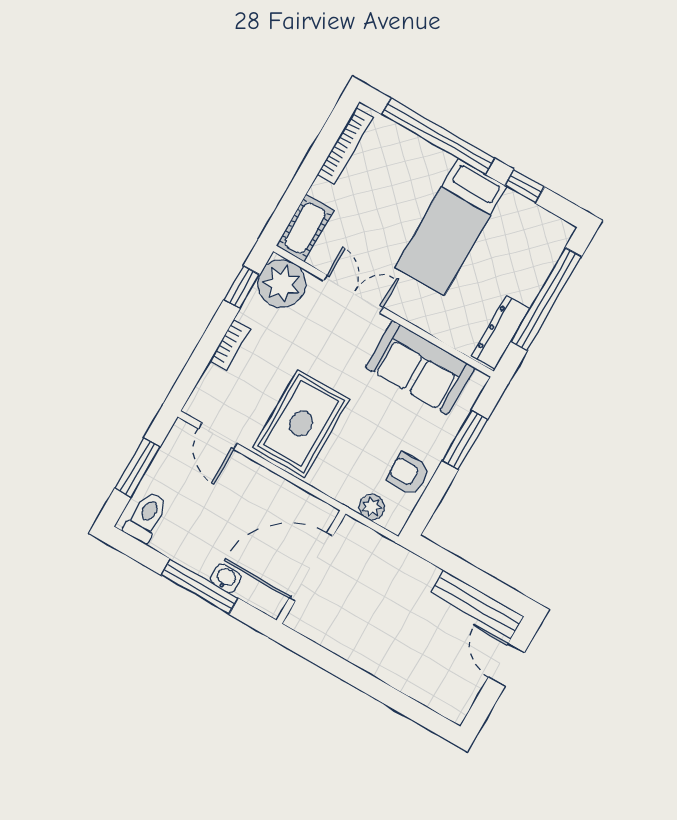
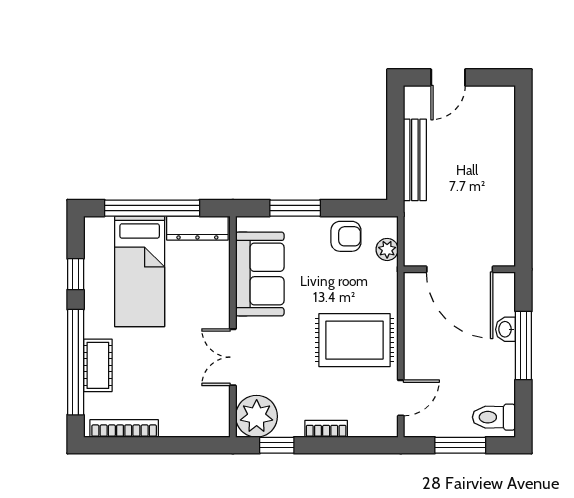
bed: (451, 227) -> (140, 271), moved, turned 90
cot: (305, 228) -> (98, 365), moved, turned 90
armchair: (408, 474) -> (346, 236), turned -90
bench: (477, 604) -> (415, 160), moved

